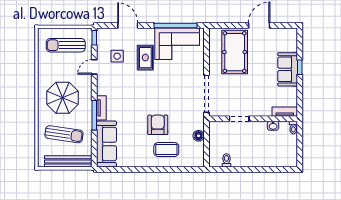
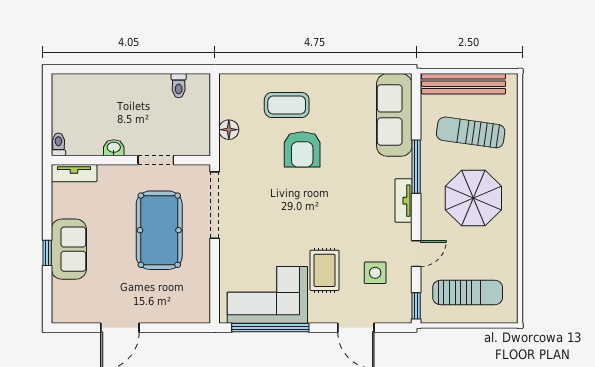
pool table: (235, 52) -> (159, 230), moved
tv unit: (101, 108) -> (403, 201), moved
washbasin: (273, 126) -> (114, 148), moved

